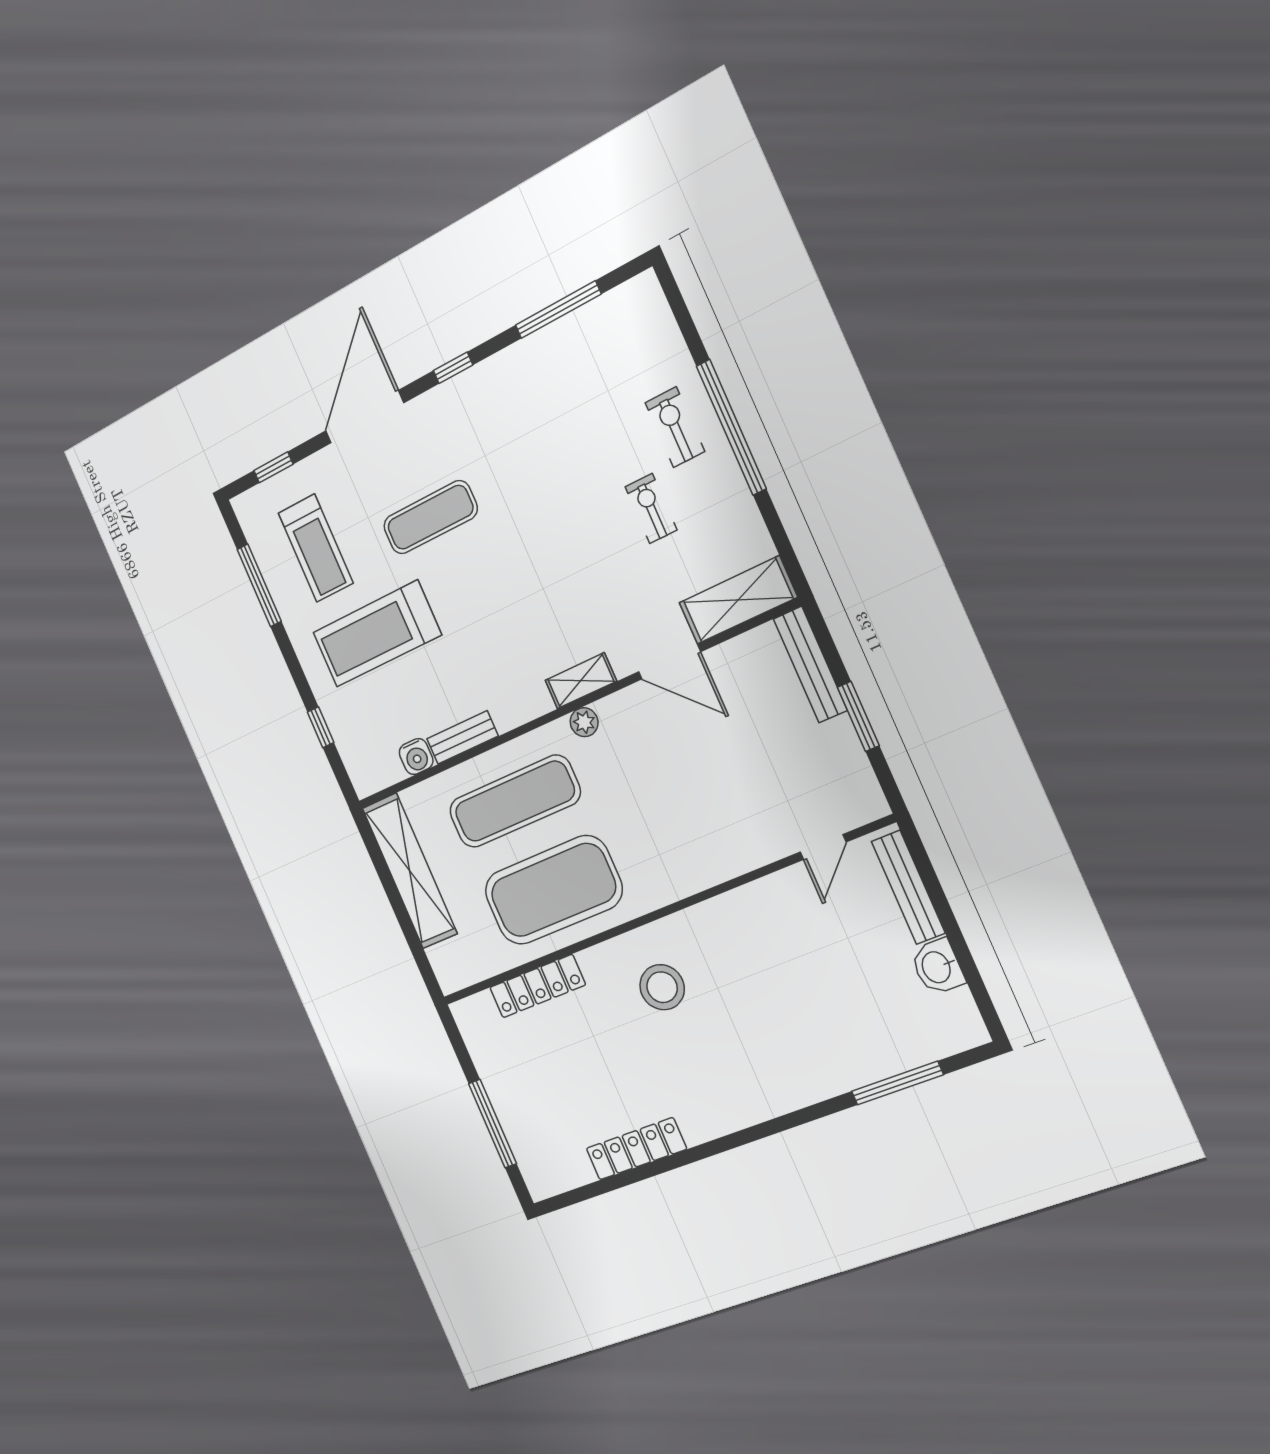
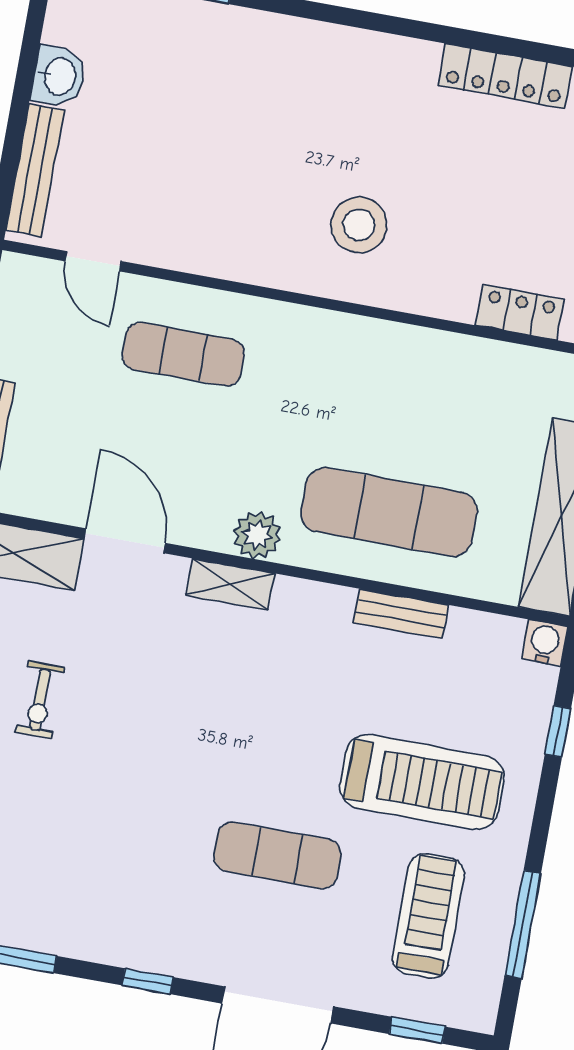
plant: (584, 722) -> (257, 535), width x1.38, depth x1.38
water cooler: (416, 757) -> (545, 643), moved
door: (823, 847) -> (93, 261), swing flipped
exercise mat: (553, 890) -> (183, 354), moved, width x0.50, depth x0.69
locker: (537, 986) -> (520, 312), width x0.66

